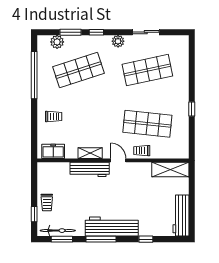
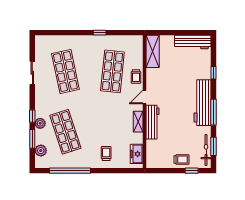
plant: (118, 41) -> (40, 123), moved

